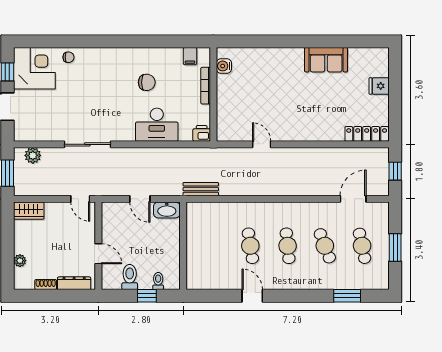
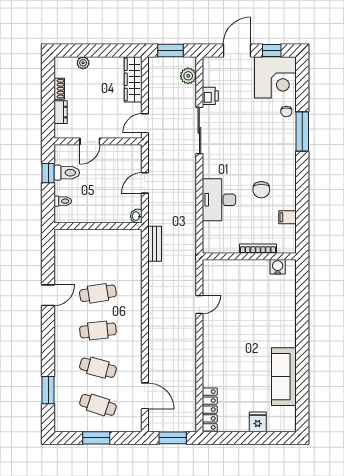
window: (89, 41) -> (302, 132), added
filing cabinet: (190, 56) -> (287, 217), moved
sofa: (326, 60) -> (284, 377), width x1.36
printer: (202, 133) -> (210, 96), moved
window: (395, 171) -> (173, 438), width x1.50
washbasin: (167, 210) -> (136, 216), width x0.52, depth x0.69
wardrobe: (29, 211) -> (133, 79), width x1.50
cafe table: (325, 246) -> (98, 368), turned 36
cafe table: (362, 246) -> (98, 405), turned 30
dresser: (74, 283) -> (61, 112), width x0.70
window: (147, 296) -> (48, 173), moved

